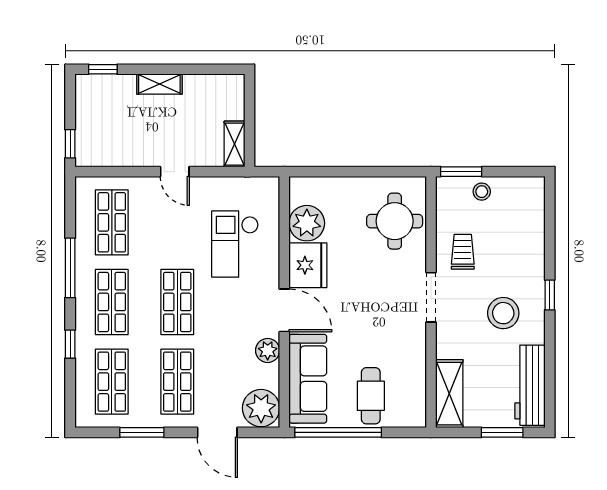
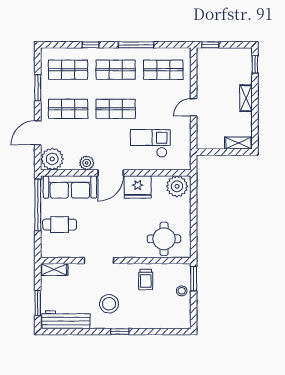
shelving: (234, 144) -> (238, 143), moved
plant: (307, 223) -> (177, 186), moved
trolley: (463, 252) -> (146, 280), turned 90
doorway: (431, 297) -> (99, 261), moved
shelving: (449, 394) -> (54, 269), width x0.67, depth x0.75

